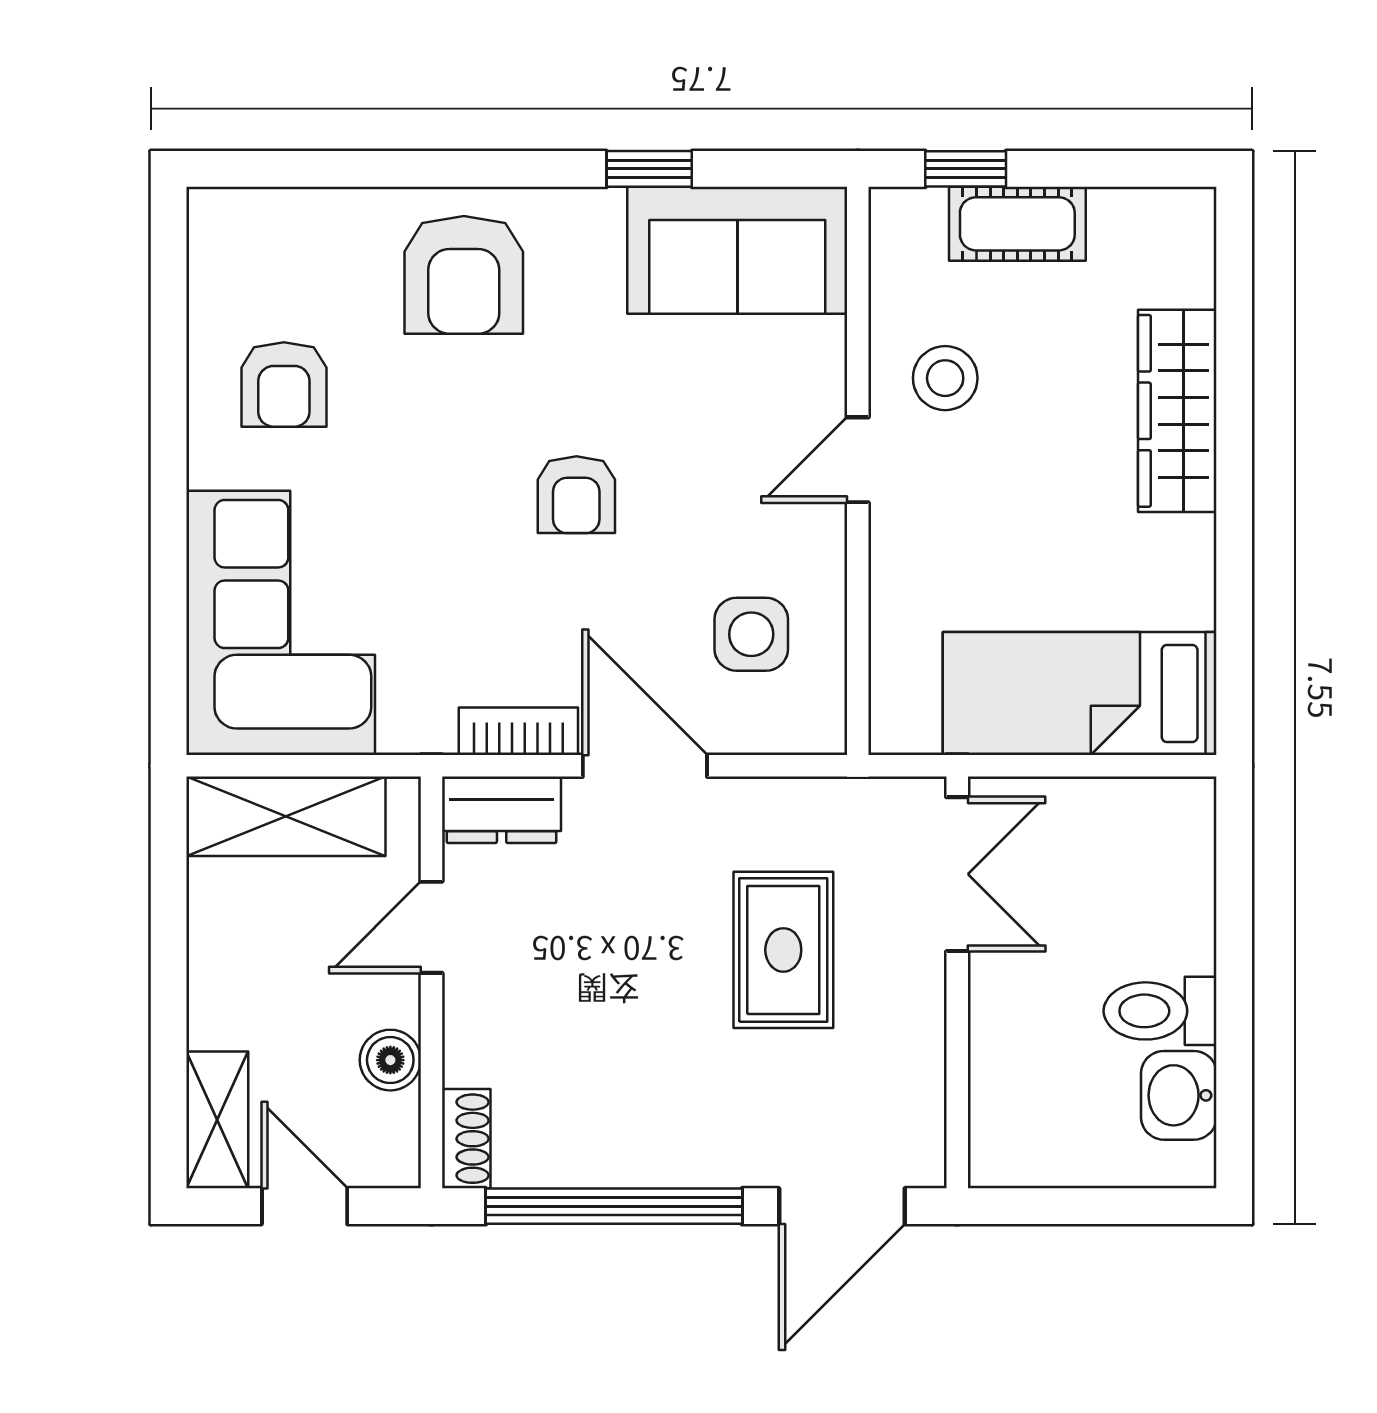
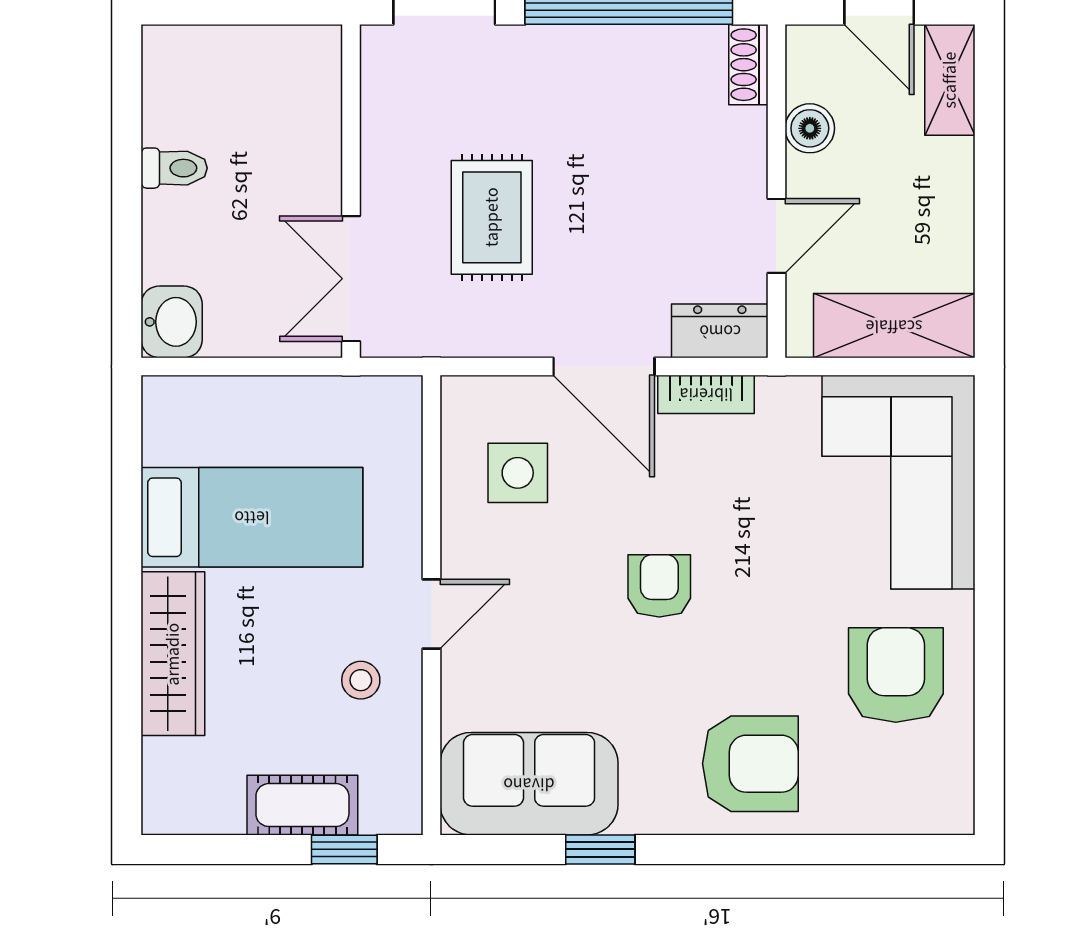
armchair: (464, 275) -> (750, 764), turned 90
stool: (945, 378) -> (361, 680), width x0.73, depth x0.73
armchair: (284, 384) -> (896, 675), width x1.38, depth x1.38
bed: (1080, 694) -> (252, 517), moved
toilet: (1160, 1011) -> (174, 168), width x0.73, depth x0.72
washbasin: (1179, 1095) -> (172, 322), moved

